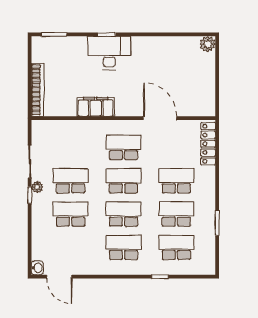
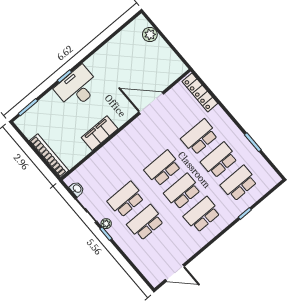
plant: (208, 44) -> (150, 35), moved
school desk: (123, 147) -> (143, 145), removed
washbasin: (37, 268) -> (77, 189), moved

